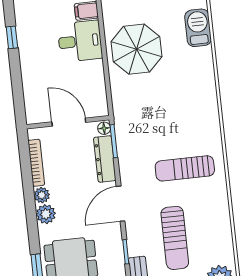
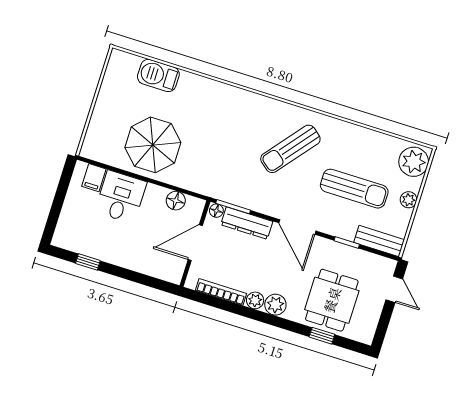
floor lamp: (97, 90) -> (176, 201), added
sun lounger: (185, 168) -> (290, 149), turned 39

